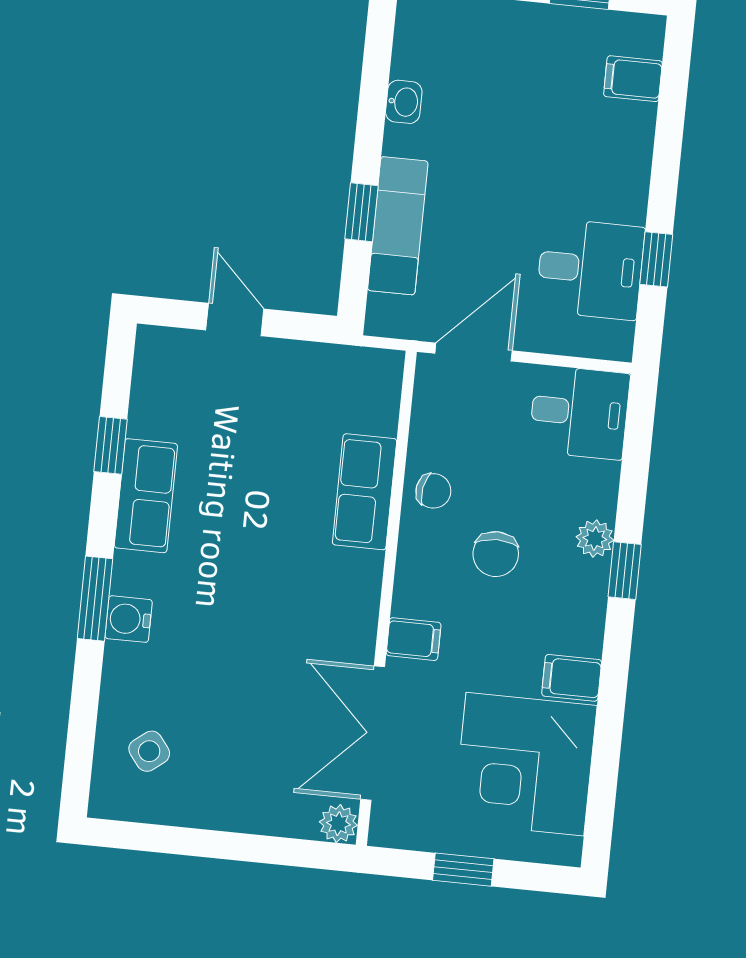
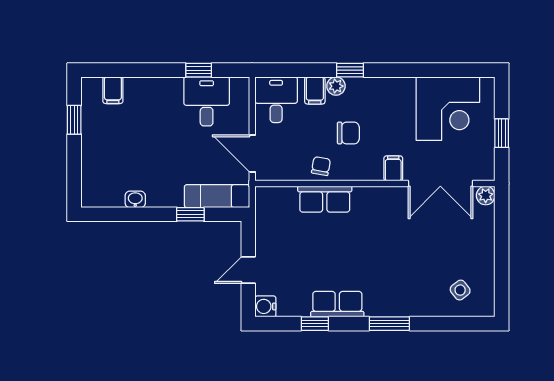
exam couch: (398, 226) -> (217, 196), moved
water cooler: (129, 619) -> (265, 306), moved, turned 90
filing cabinet: (572, 678) -> (315, 90), moved

